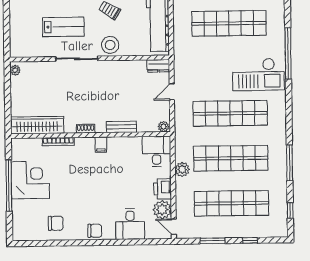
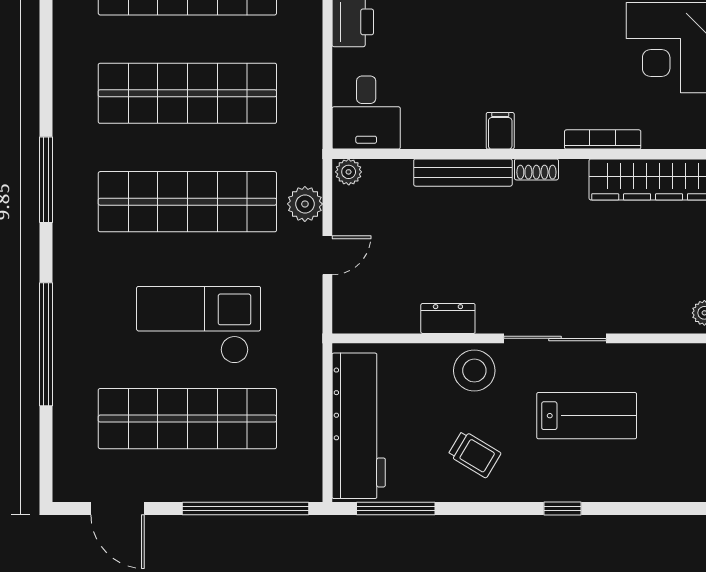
lab bench: (63, 27) -> (587, 416), turned 180
dresser: (158, 66) -> (448, 318), moved
checkout: (258, 74) -> (199, 325), moved
bench: (121, 127) -> (463, 173), width x1.36
window: (290, 163) -> (46, 180), moved
plant: (182, 169) -> (305, 204), moved

